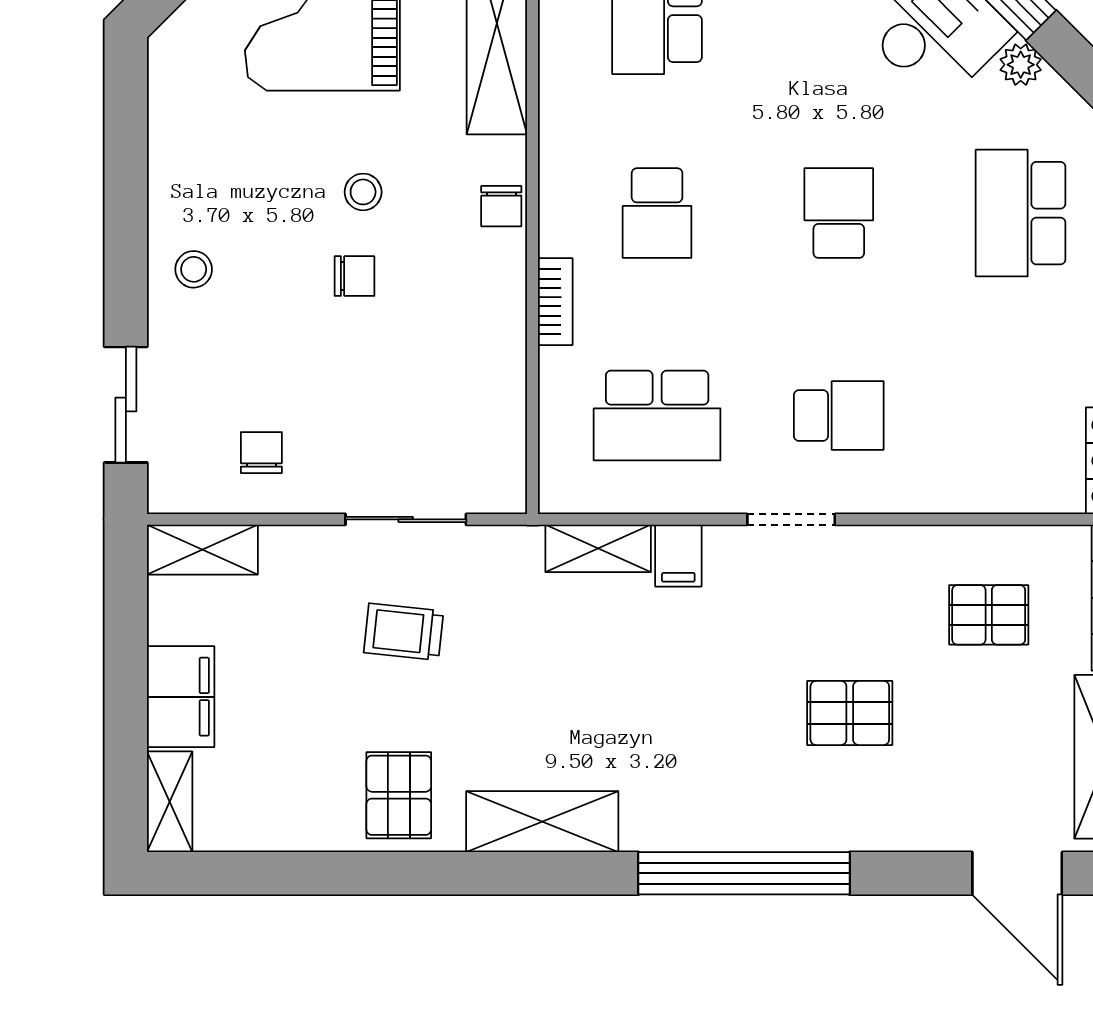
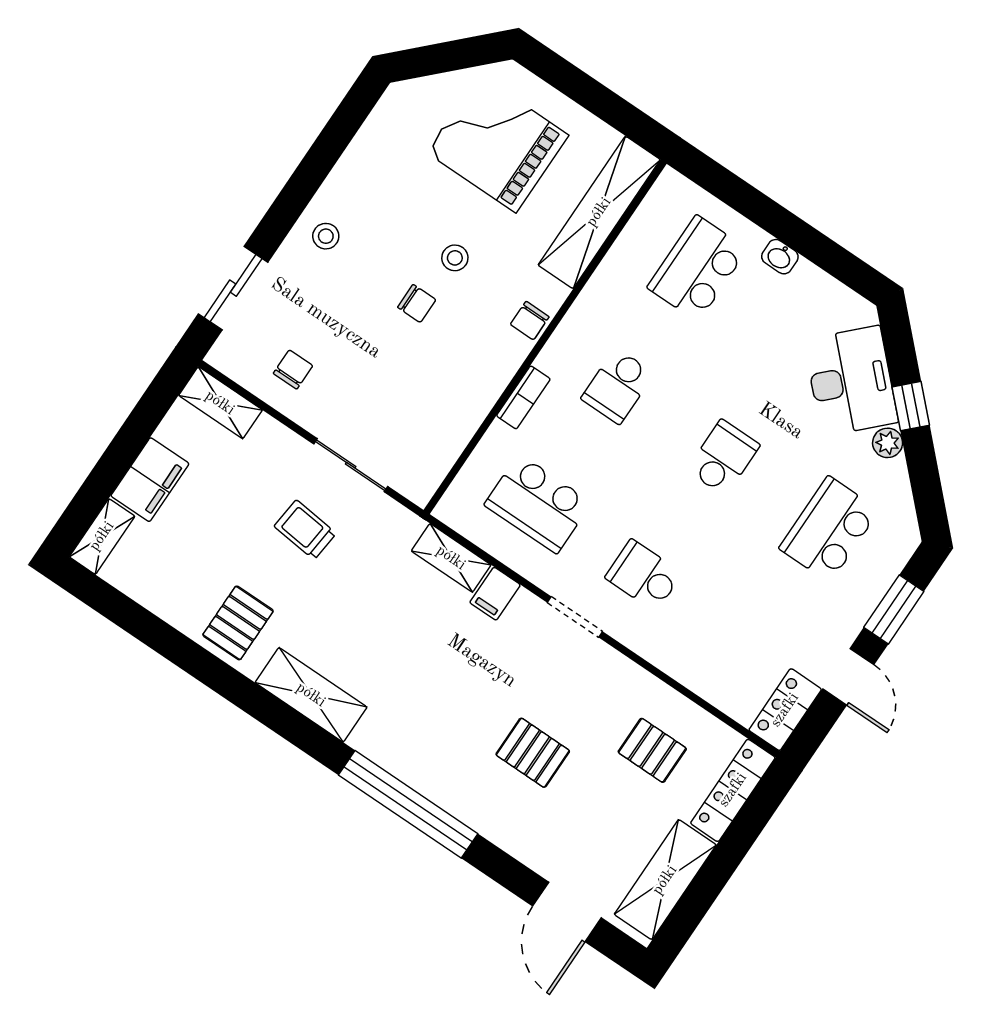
school desk: (839, 415) -> (644, 575), turned 180

